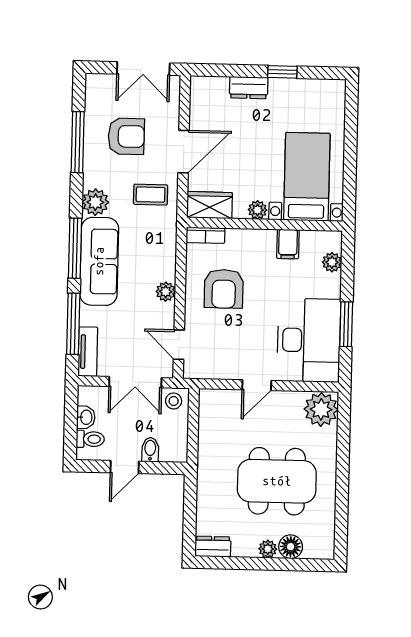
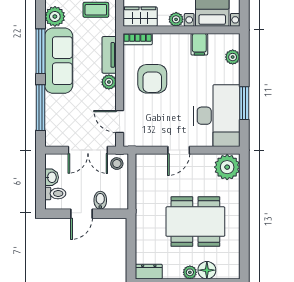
tv unit: (88, 352) -> (109, 55), moved, turned 180

